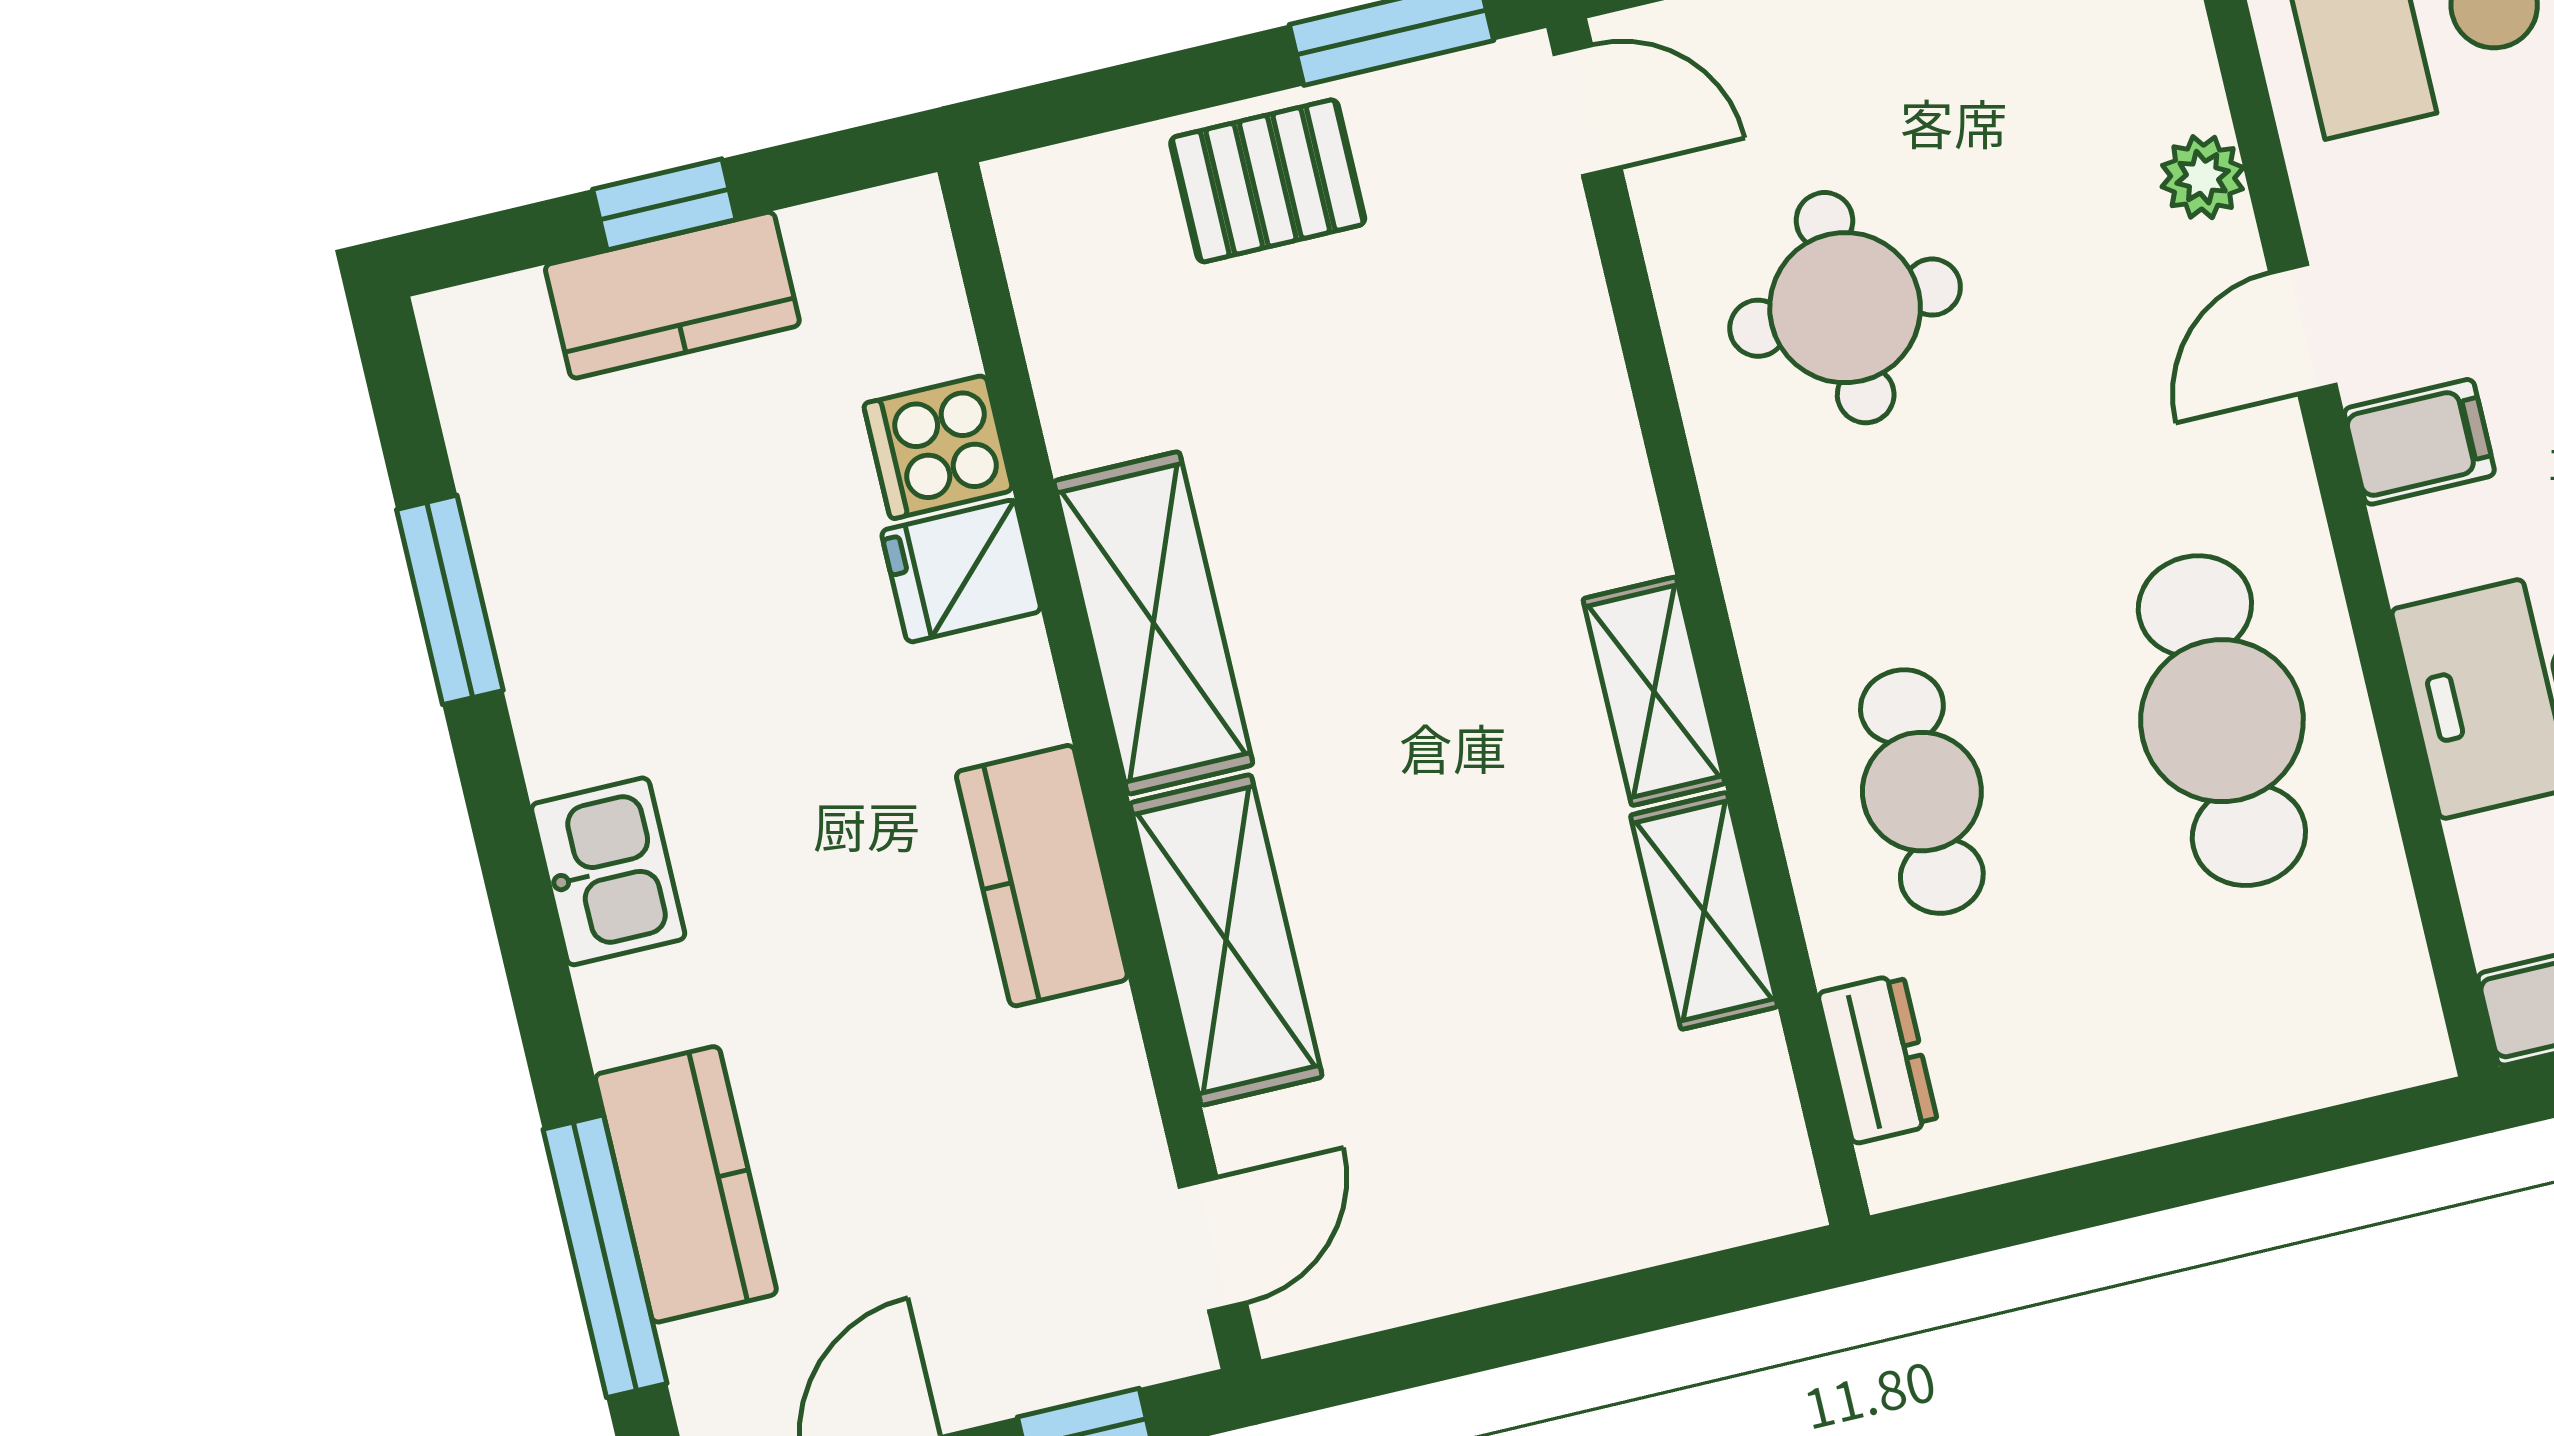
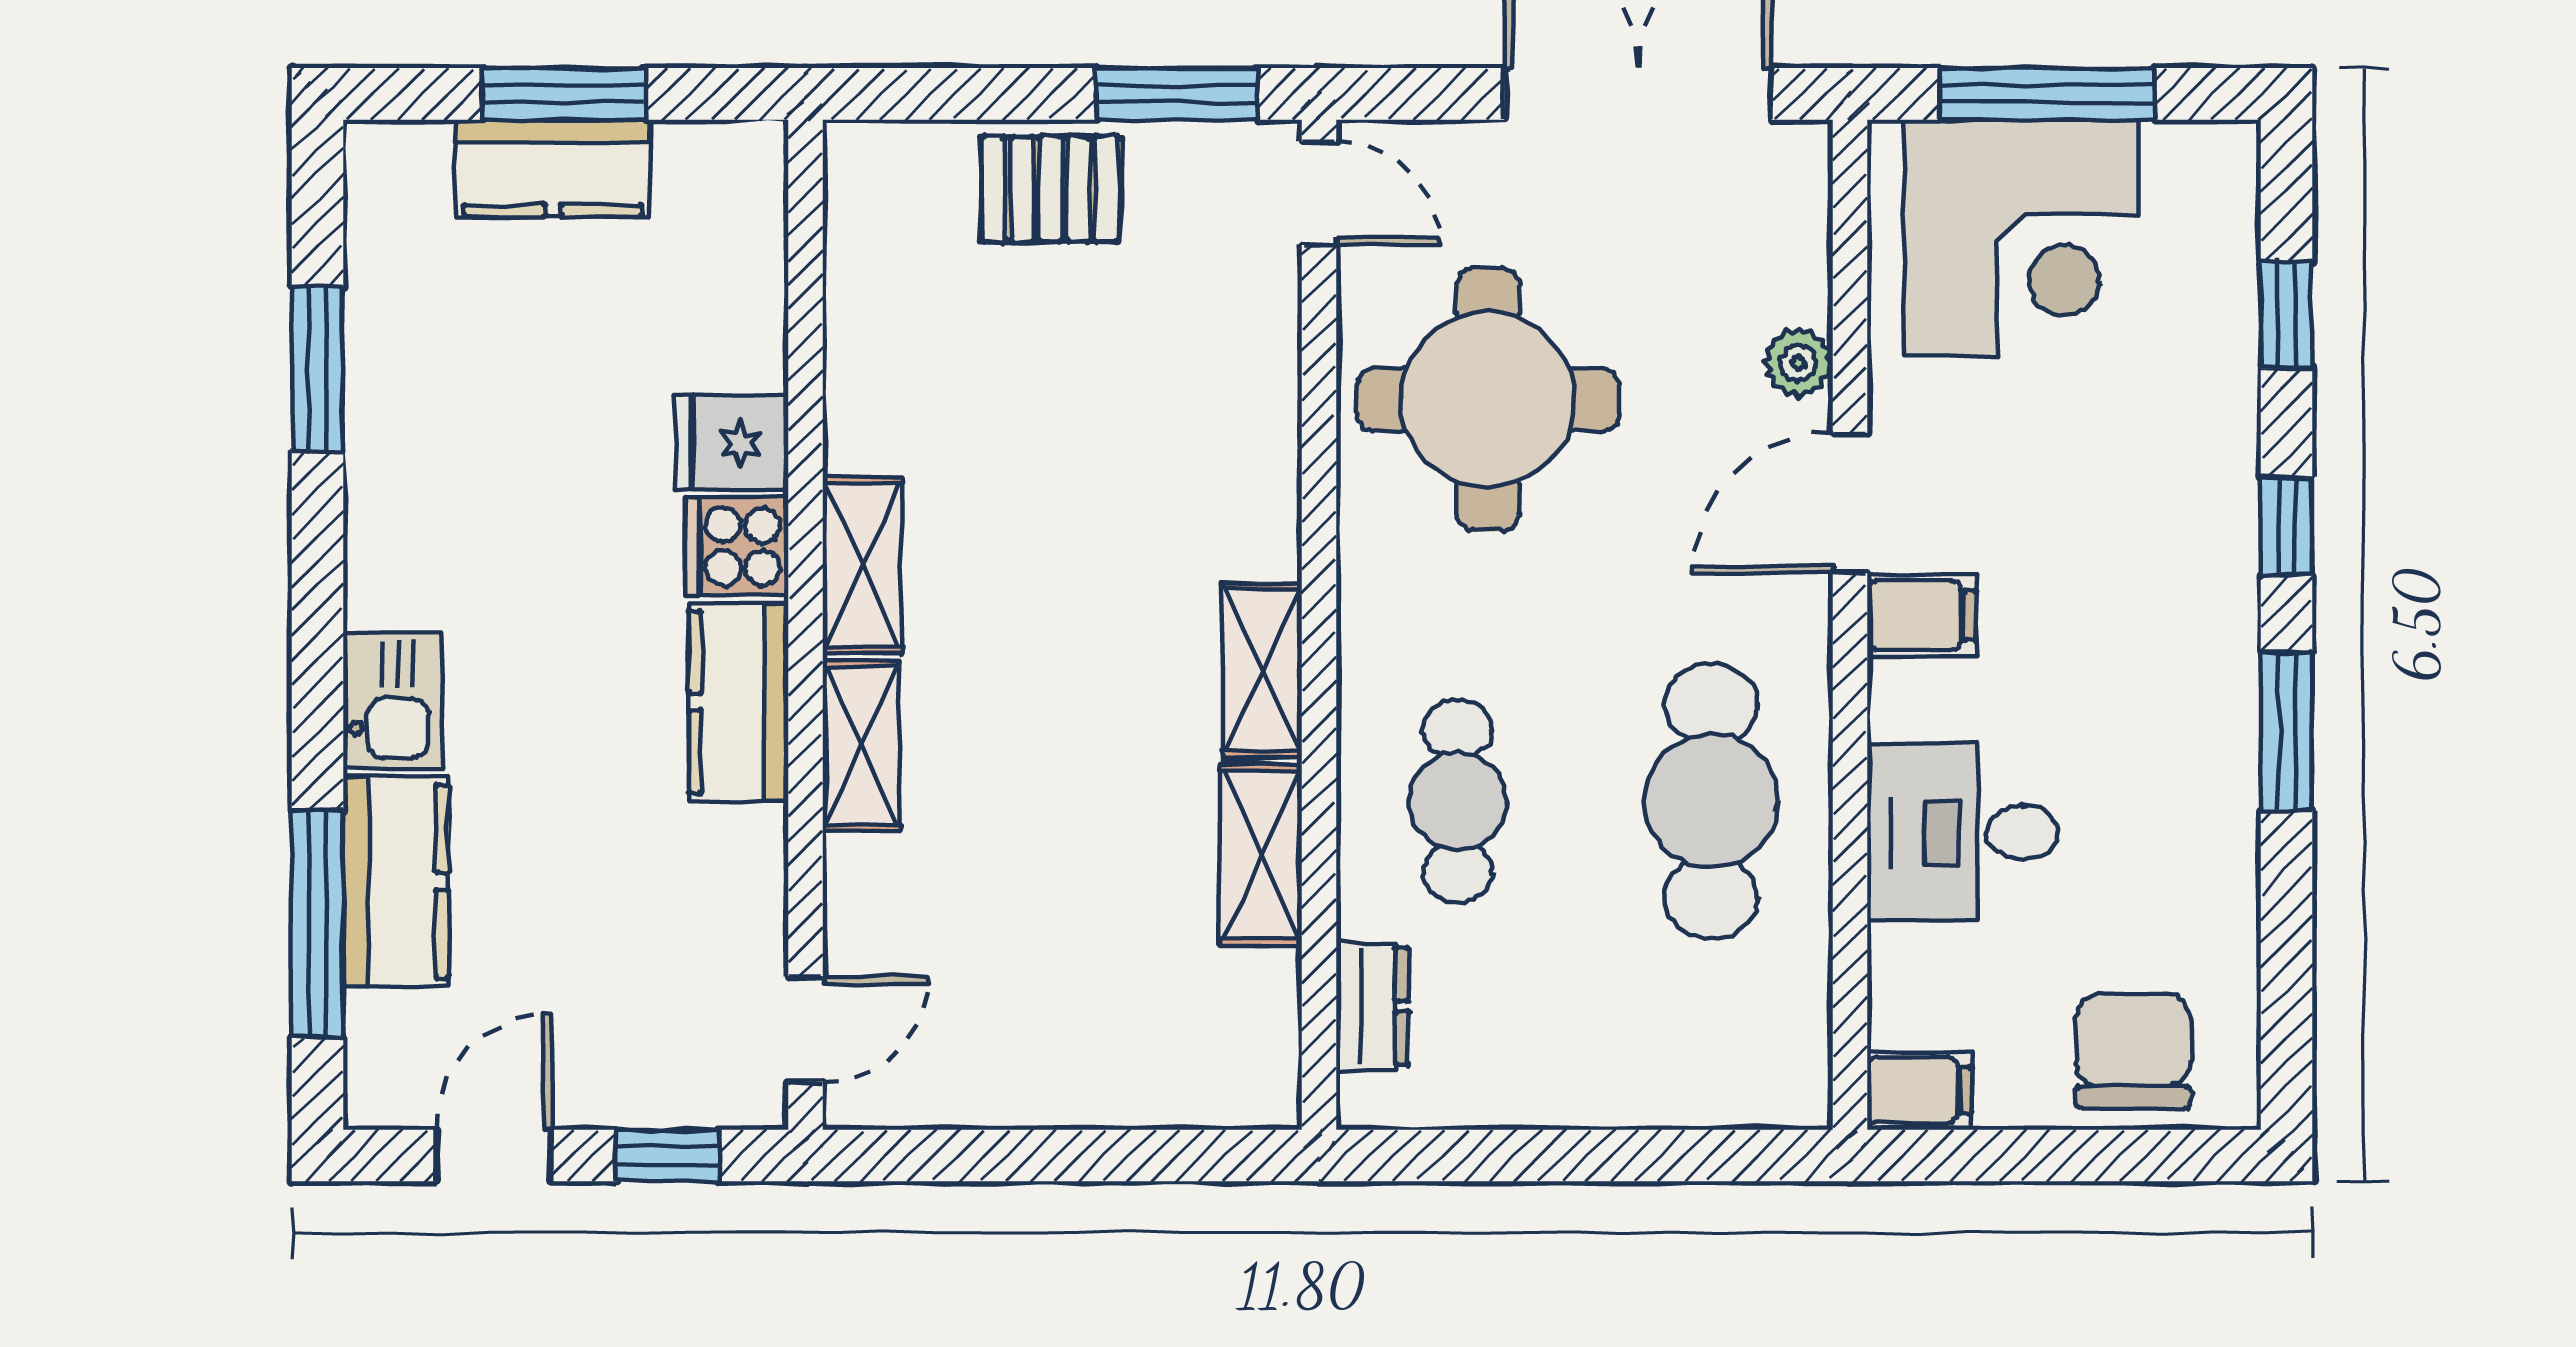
window: (664, 204) -> (564, 94), width x1.50
round table: (1845, 308) -> (1488, 400), width x1.36, depth x1.36
door: (2303, 329) -> (1850, 503), width x1.38
cooker: (938, 447) -> (737, 547), moved
shelving: (1153, 623) -> (862, 565), width x0.67, depth x0.75
kitchen sink: (608, 871) -> (393, 701), moved
shelving: (1226, 940) -> (861, 745), width x0.67, depth x0.75

